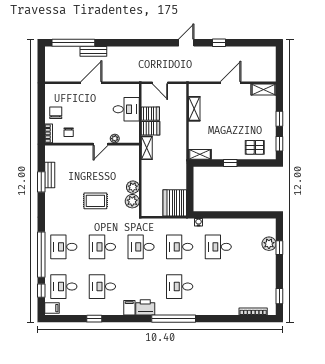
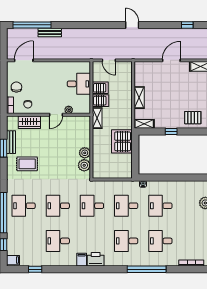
door: (186, 43) -> (132, 25), hinge flipped
window: (219, 43) -> (187, 25), moved
door: (91, 83) -> (24, 60), moved
shelving: (194, 109) -> (139, 98), moved
wardrobe: (70, 152) -> (29, 122), added
rug: (95, 201) -> (27, 164), moved
server rack: (175, 203) -> (122, 141), moved
desk: (64, 287) -> (160, 241), moved
window: (94, 319) -> (35, 269), moved
window: (174, 319) -> (147, 269), moved

